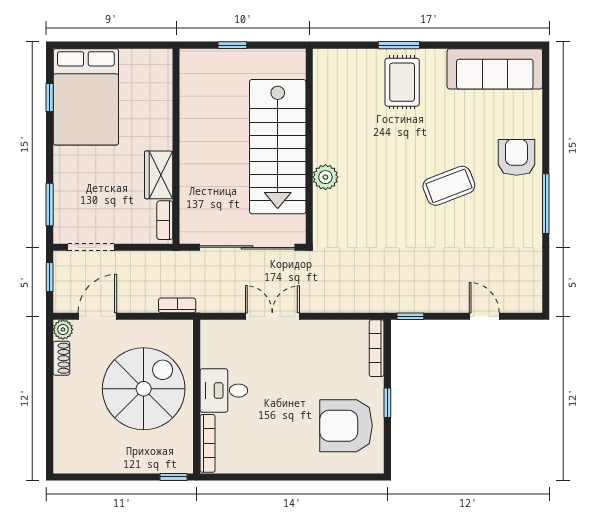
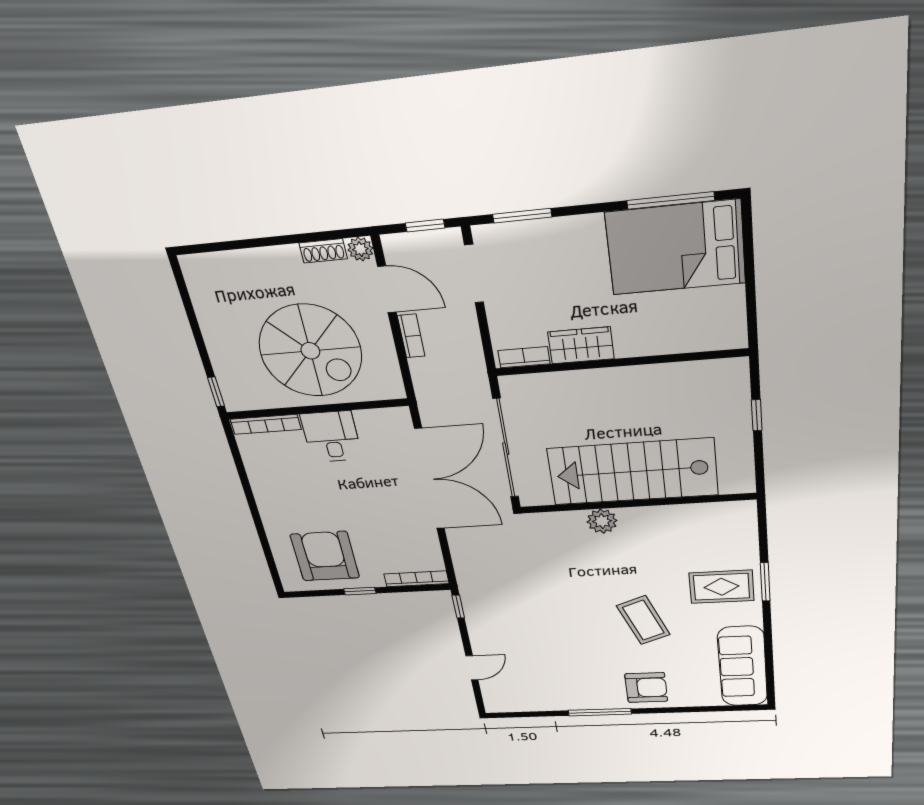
window: (50, 98) -> (671, 201), width x2.17
coffee table: (449, 186) -> (643, 620), moved
bookcase: (177, 305) -> (411, 336), moved
double door: (272, 316) -> (430, 479), width x1.87

